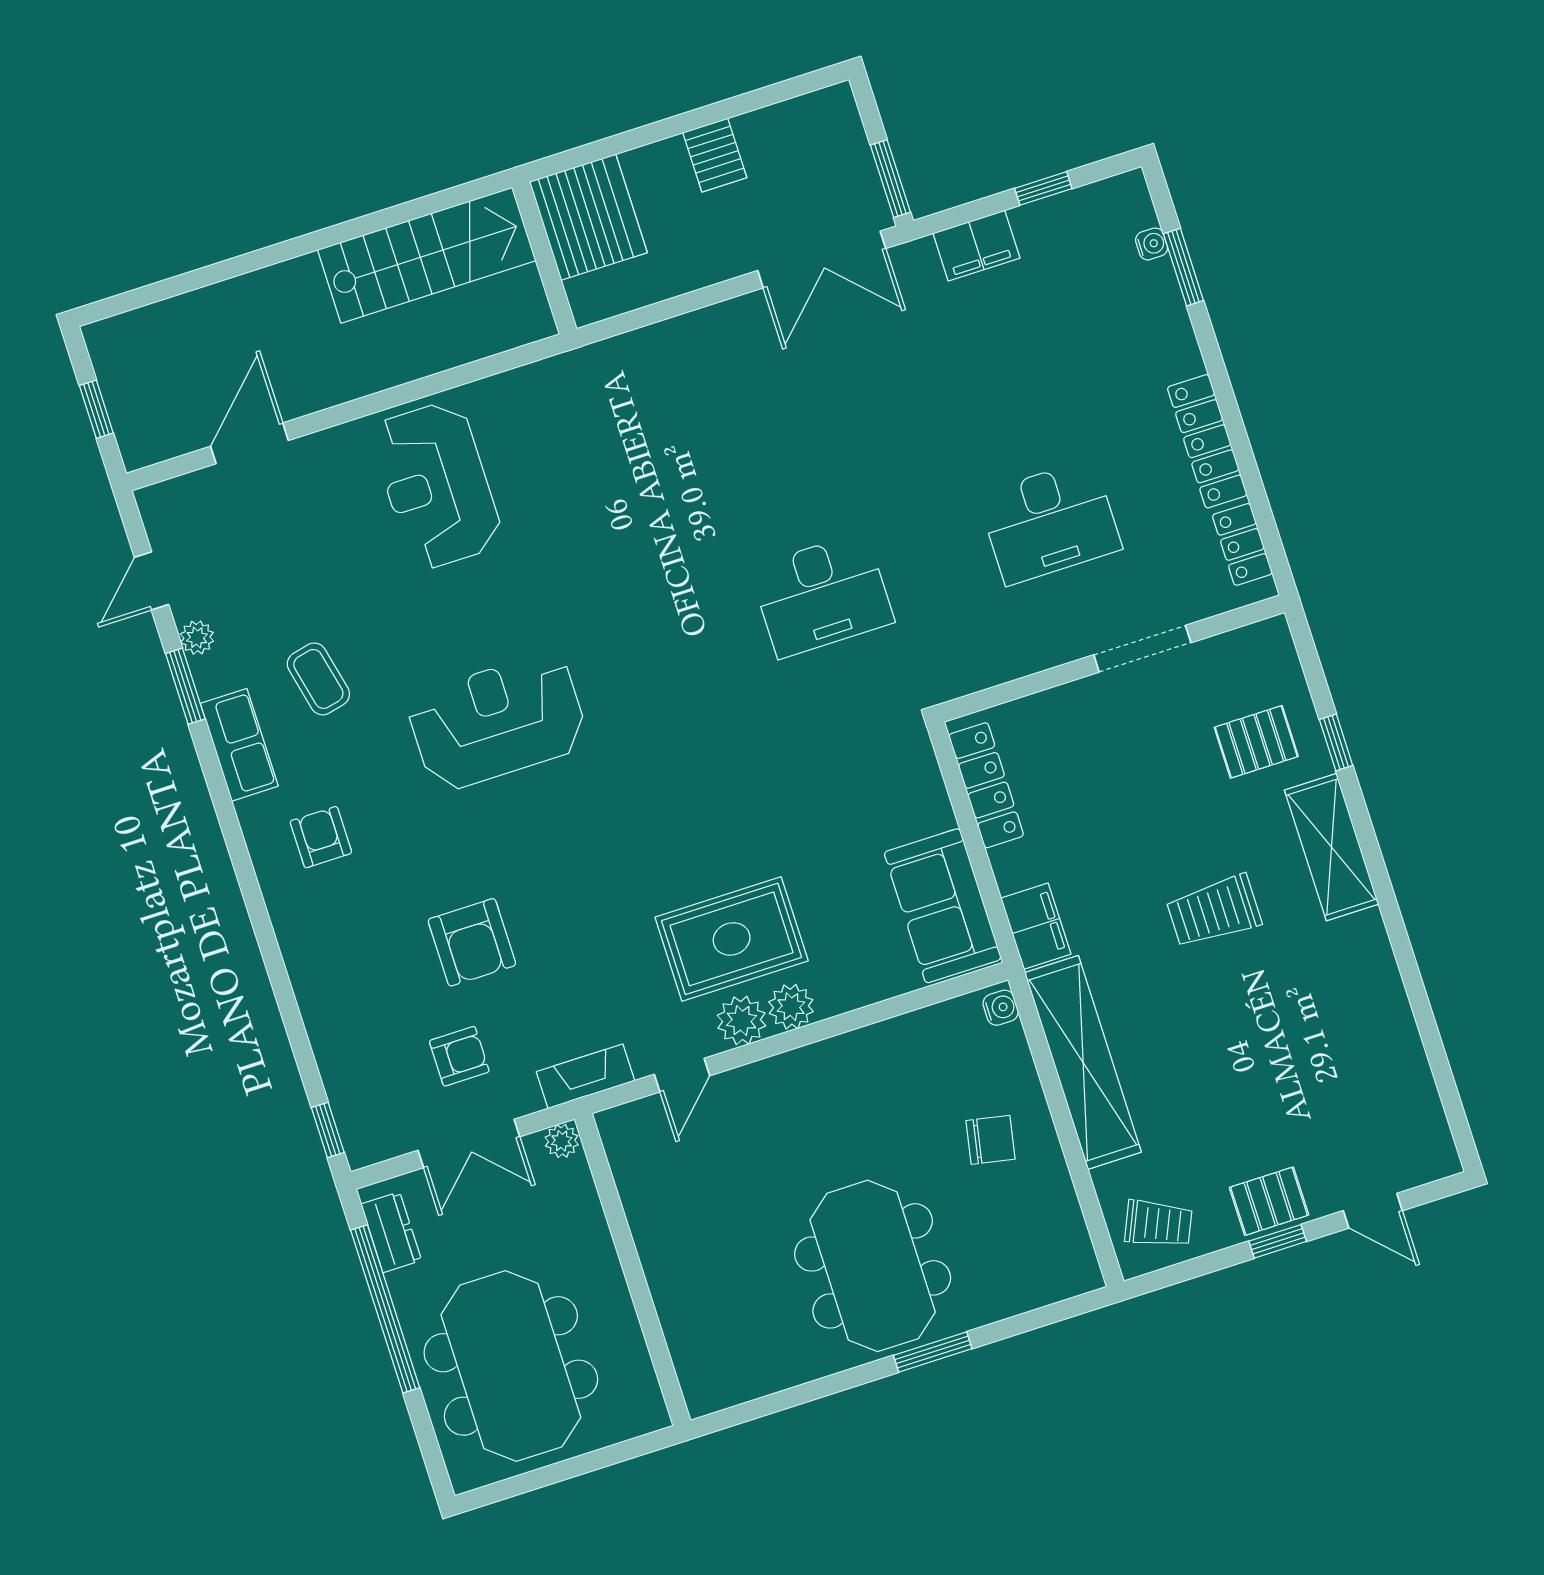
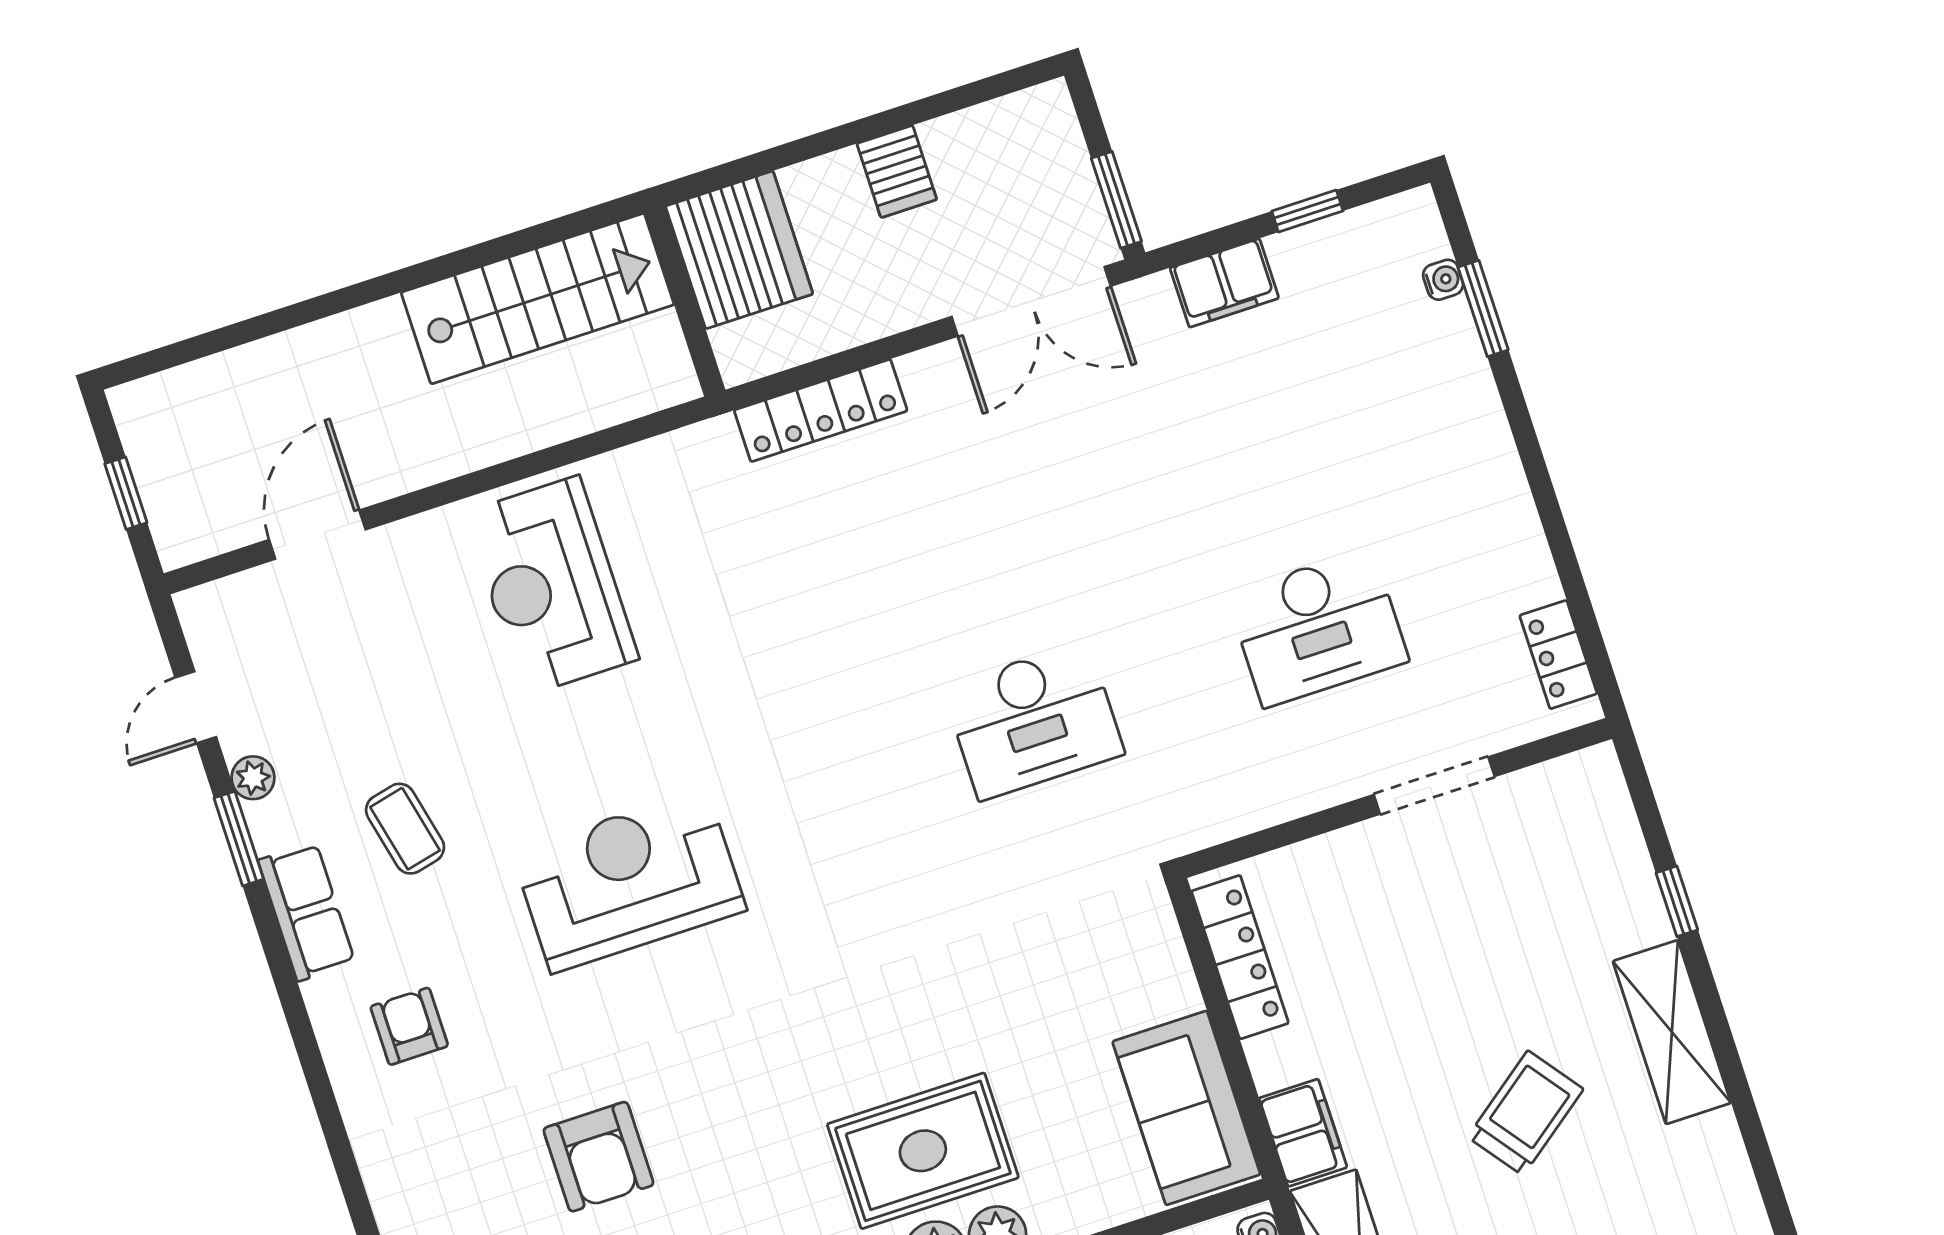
locker: (1207, 441) -> (821, 410), moved, turned -90
pallet: (1256, 742) -> (1577, 901), removed
trolley: (1214, 911) -> (1525, 1113), turned 143

